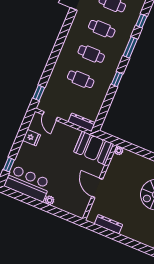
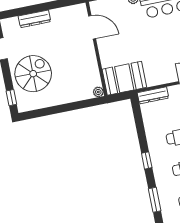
door: (97, 188) -> (92, 27), moved
dresser: (108, 224) -> (34, 19), moved

